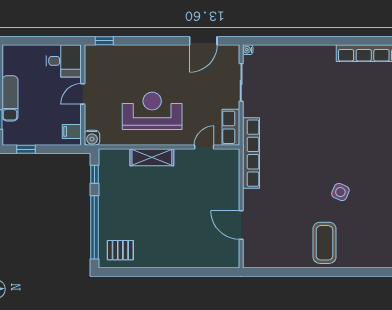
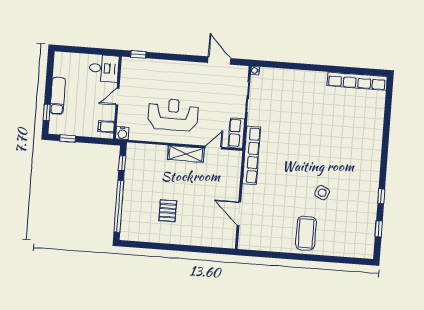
door: (203, 41) -> (219, 61), swing flipped
shelving: (152, 157) -> (186, 154), moved
pallet: (120, 250) -> (168, 211), moved, turned 90

